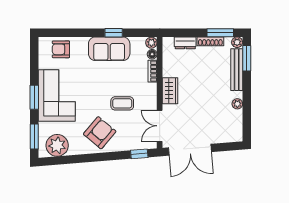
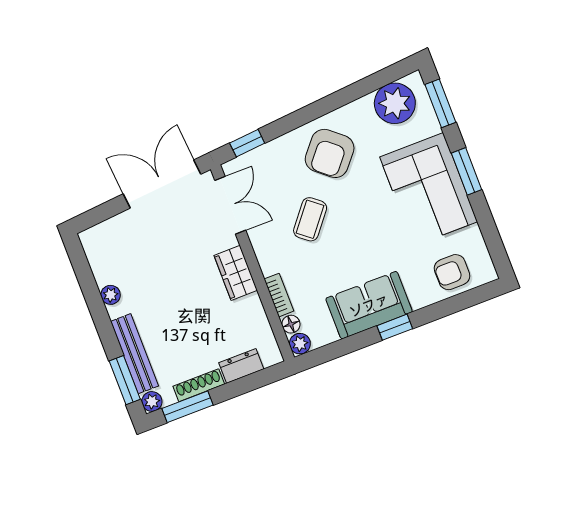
window: (114, 33) -> (395, 327), moved
armchair: (61, 49) -> (452, 272), turned 180
coffee table: (122, 103) -> (310, 219), turned -51

